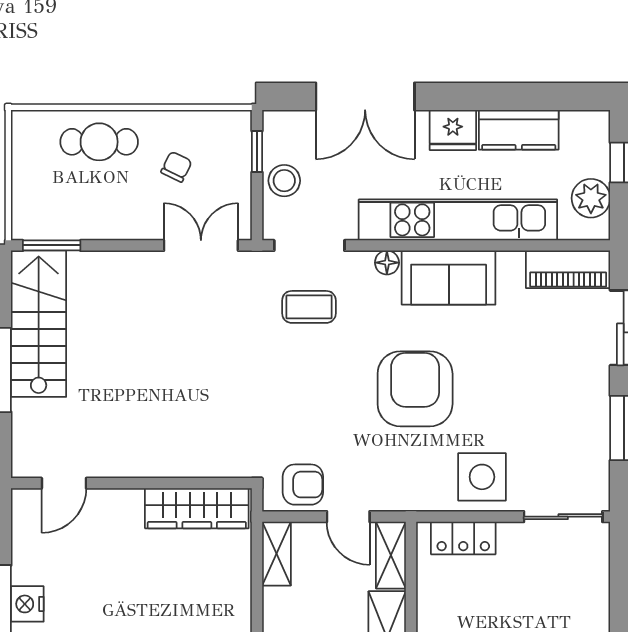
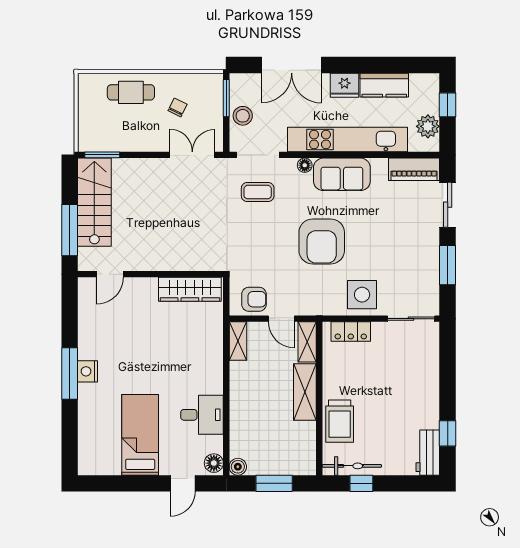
window: (257, 152) -> (226, 98), width x1.50
armchair: (415, 389) -> (322, 241), turned 180
door: (64, 483) -> (110, 274), moved
wall: (131, 483) -> (150, 274), moved
wardrobe: (197, 508) -> (190, 289), moved

